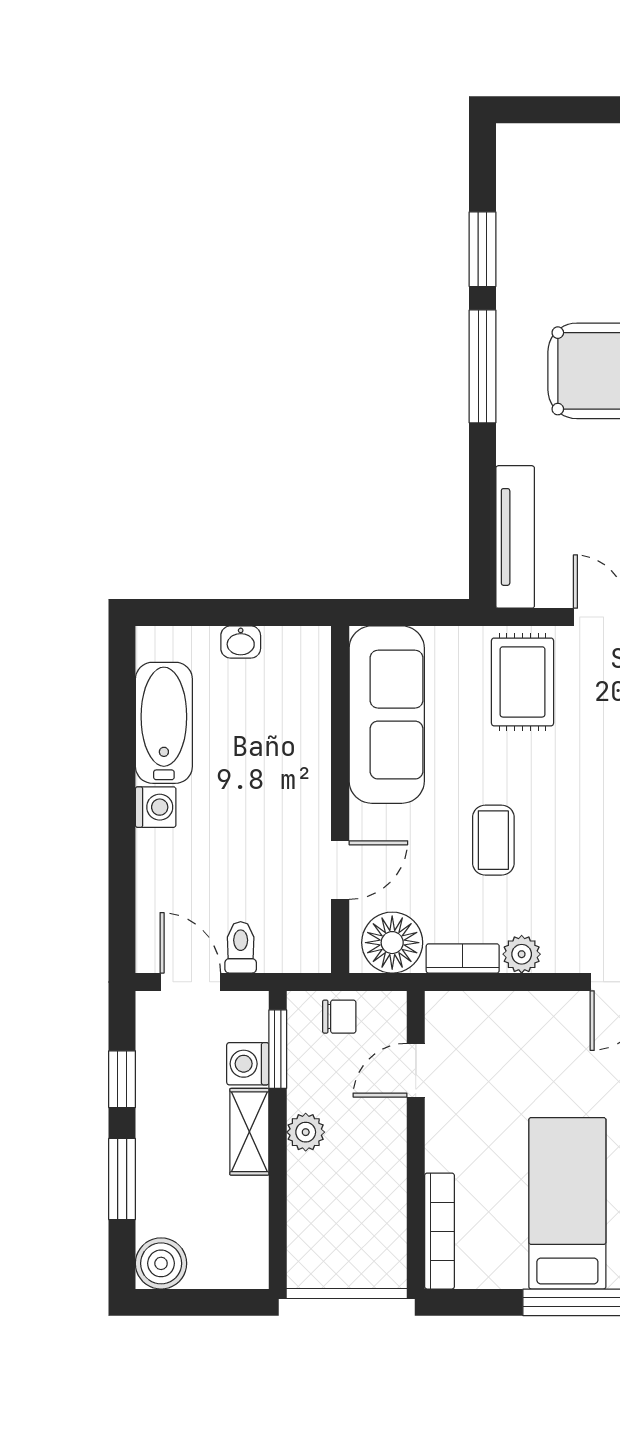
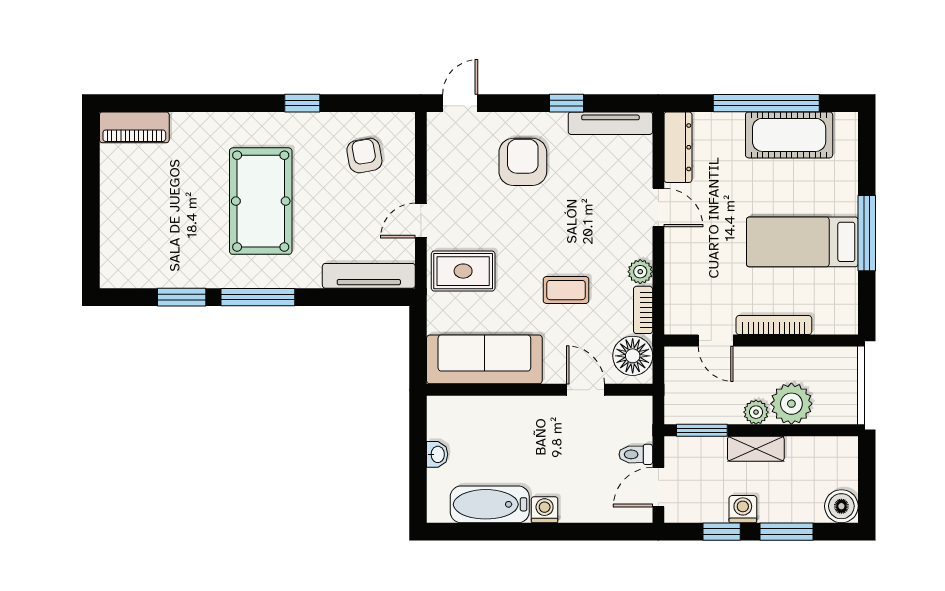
chair: (339, 1017) -> (681, 390), removed
washing machine: (248, 1064) -> (743, 509), moved, turned 180
plant: (319, 1187) -> (791, 404), added
bookcase: (440, 1231) -> (774, 325), moved

